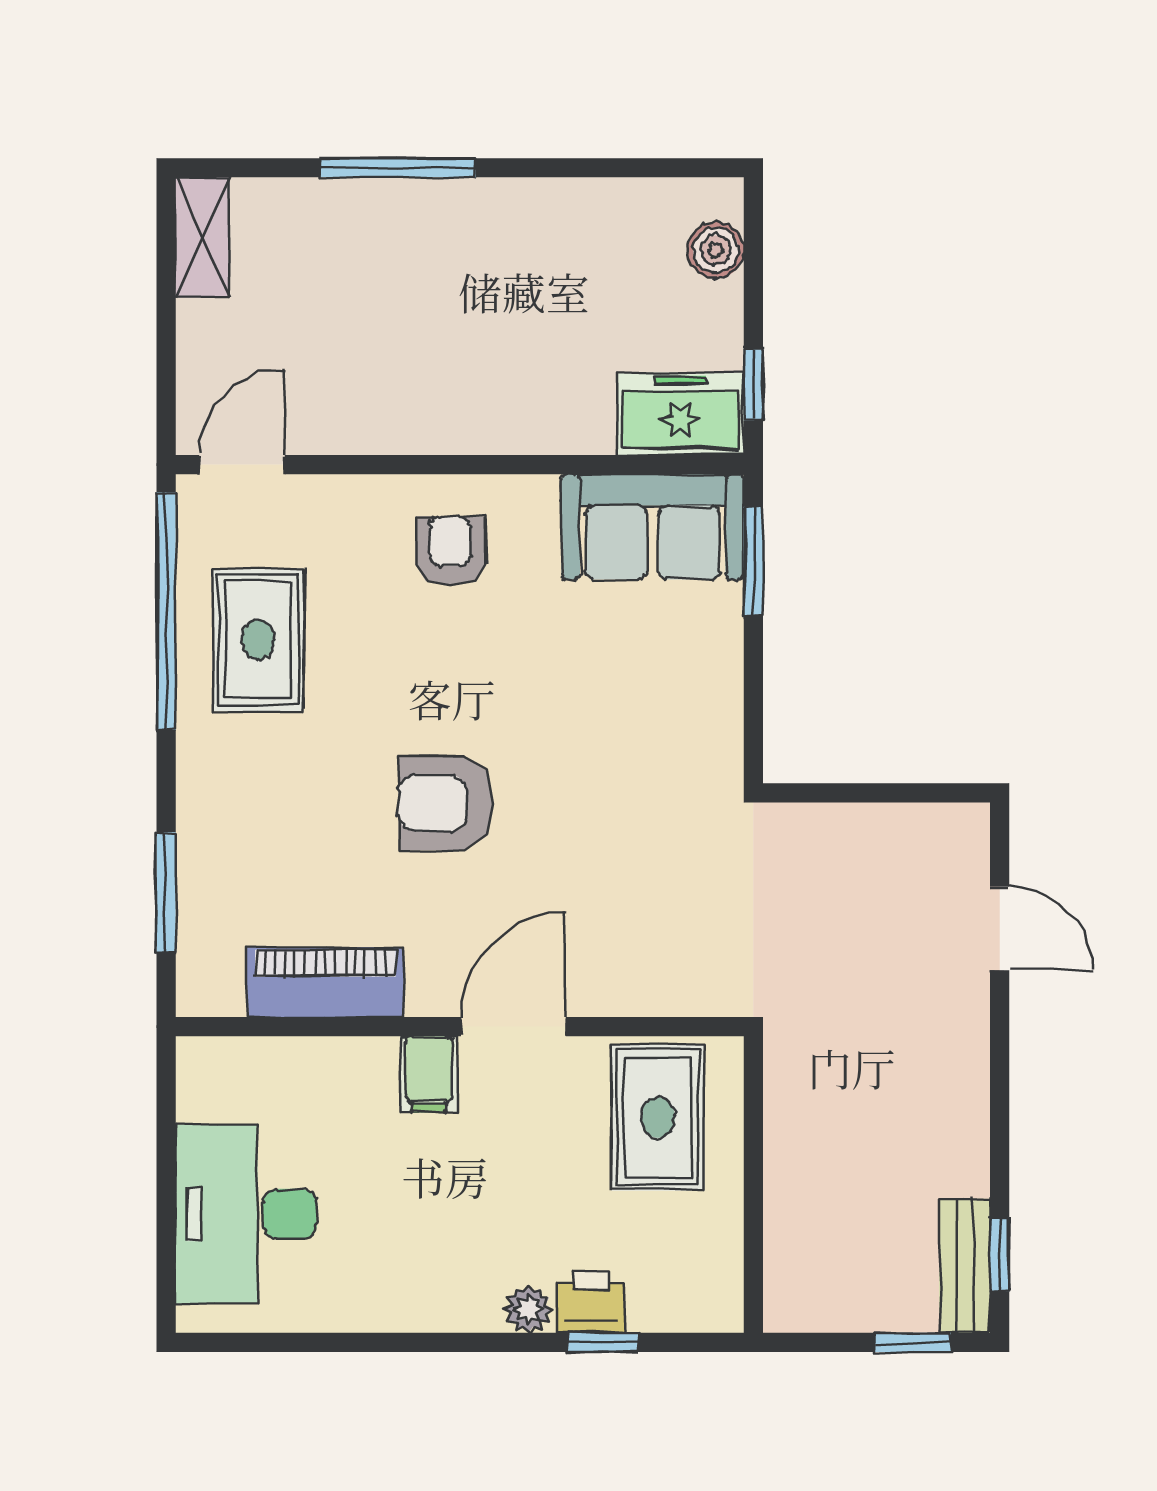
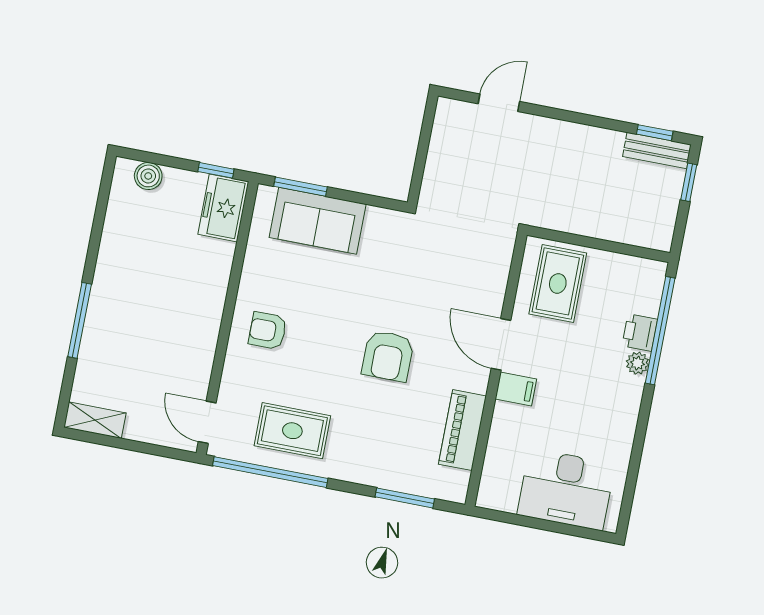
sofa: (653, 527) -> (318, 221), moved, turned 90
rug: (658, 1118) -> (558, 283), turned 90
window: (603, 1342) -> (660, 331), width x3.17

